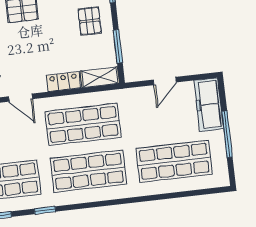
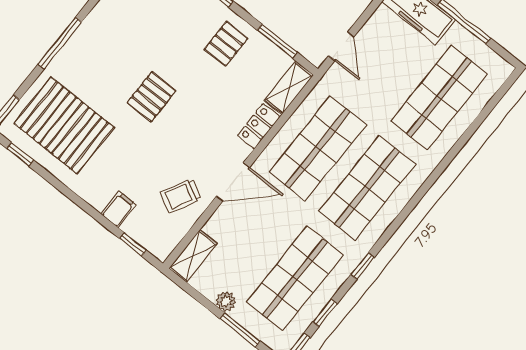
pallet: (90, 21) -> (226, 44), turned 90
door: (165, 81) -> (341, 46), moved
door: (21, 98) -> (233, 182), width x1.38

